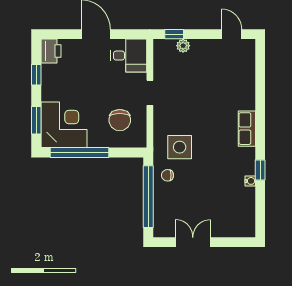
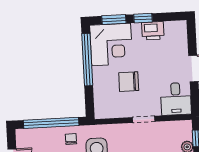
printer: (51, 51) -> (153, 31), moved
window: (36, 75) -> (143, 18), moved
chair: (120, 120) -> (129, 82), moved

